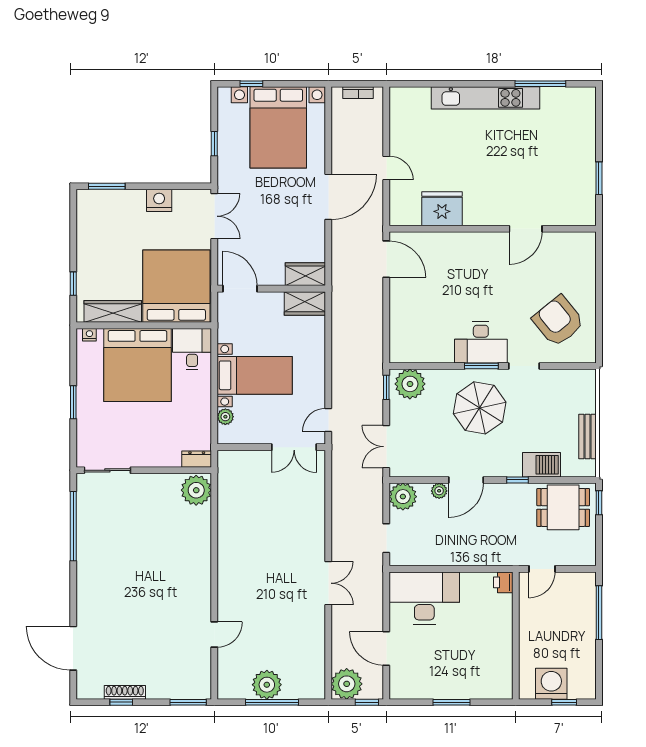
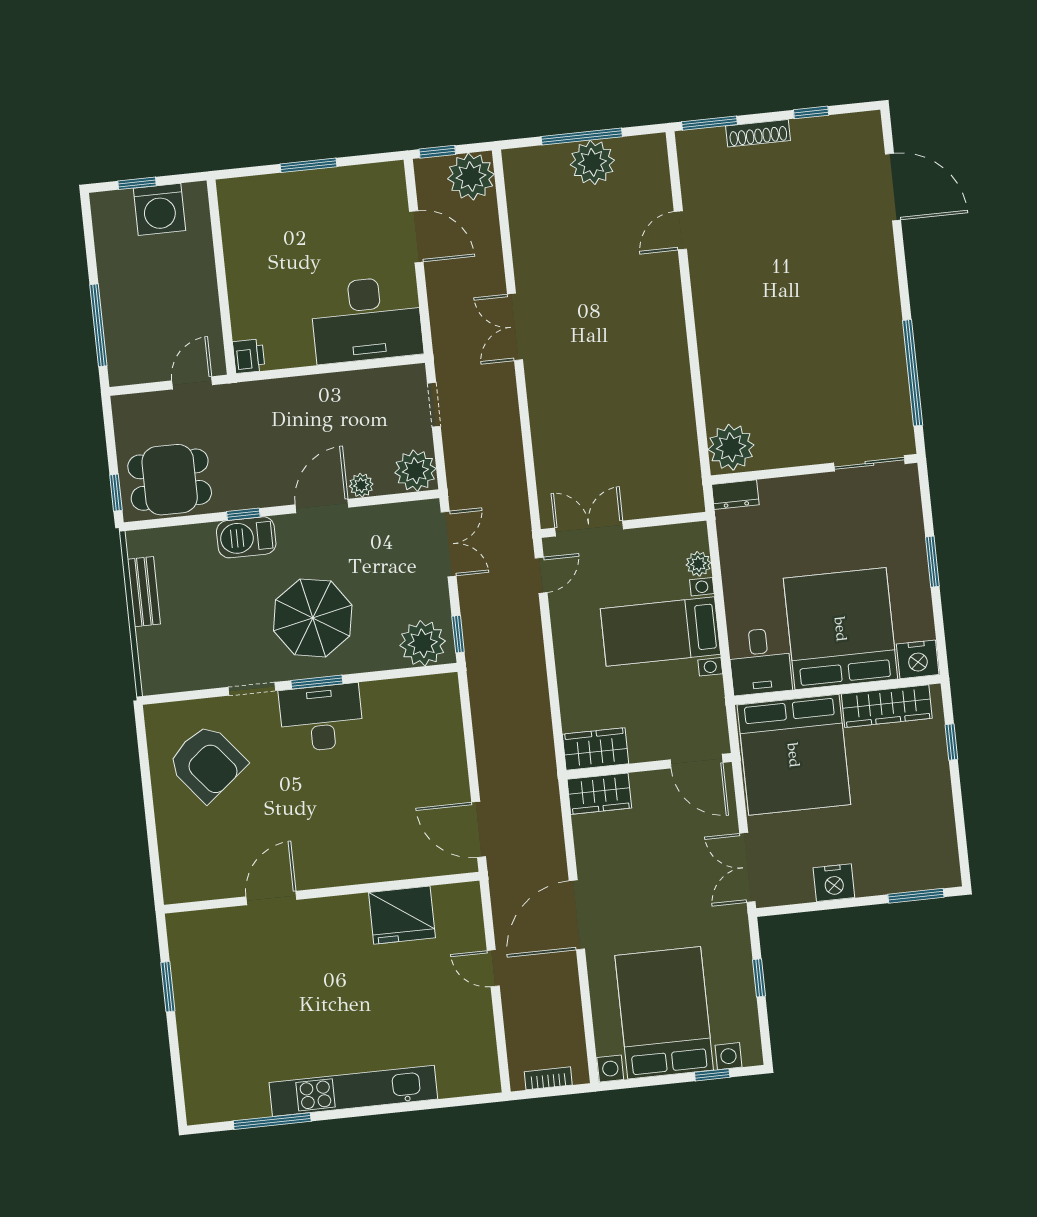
nightstand: (89, 335) -> (918, 659), width x1.89, depth x1.79
barbecue: (541, 465) -> (246, 537), moved
shoe rack: (125, 692) -> (758, 133), moved

